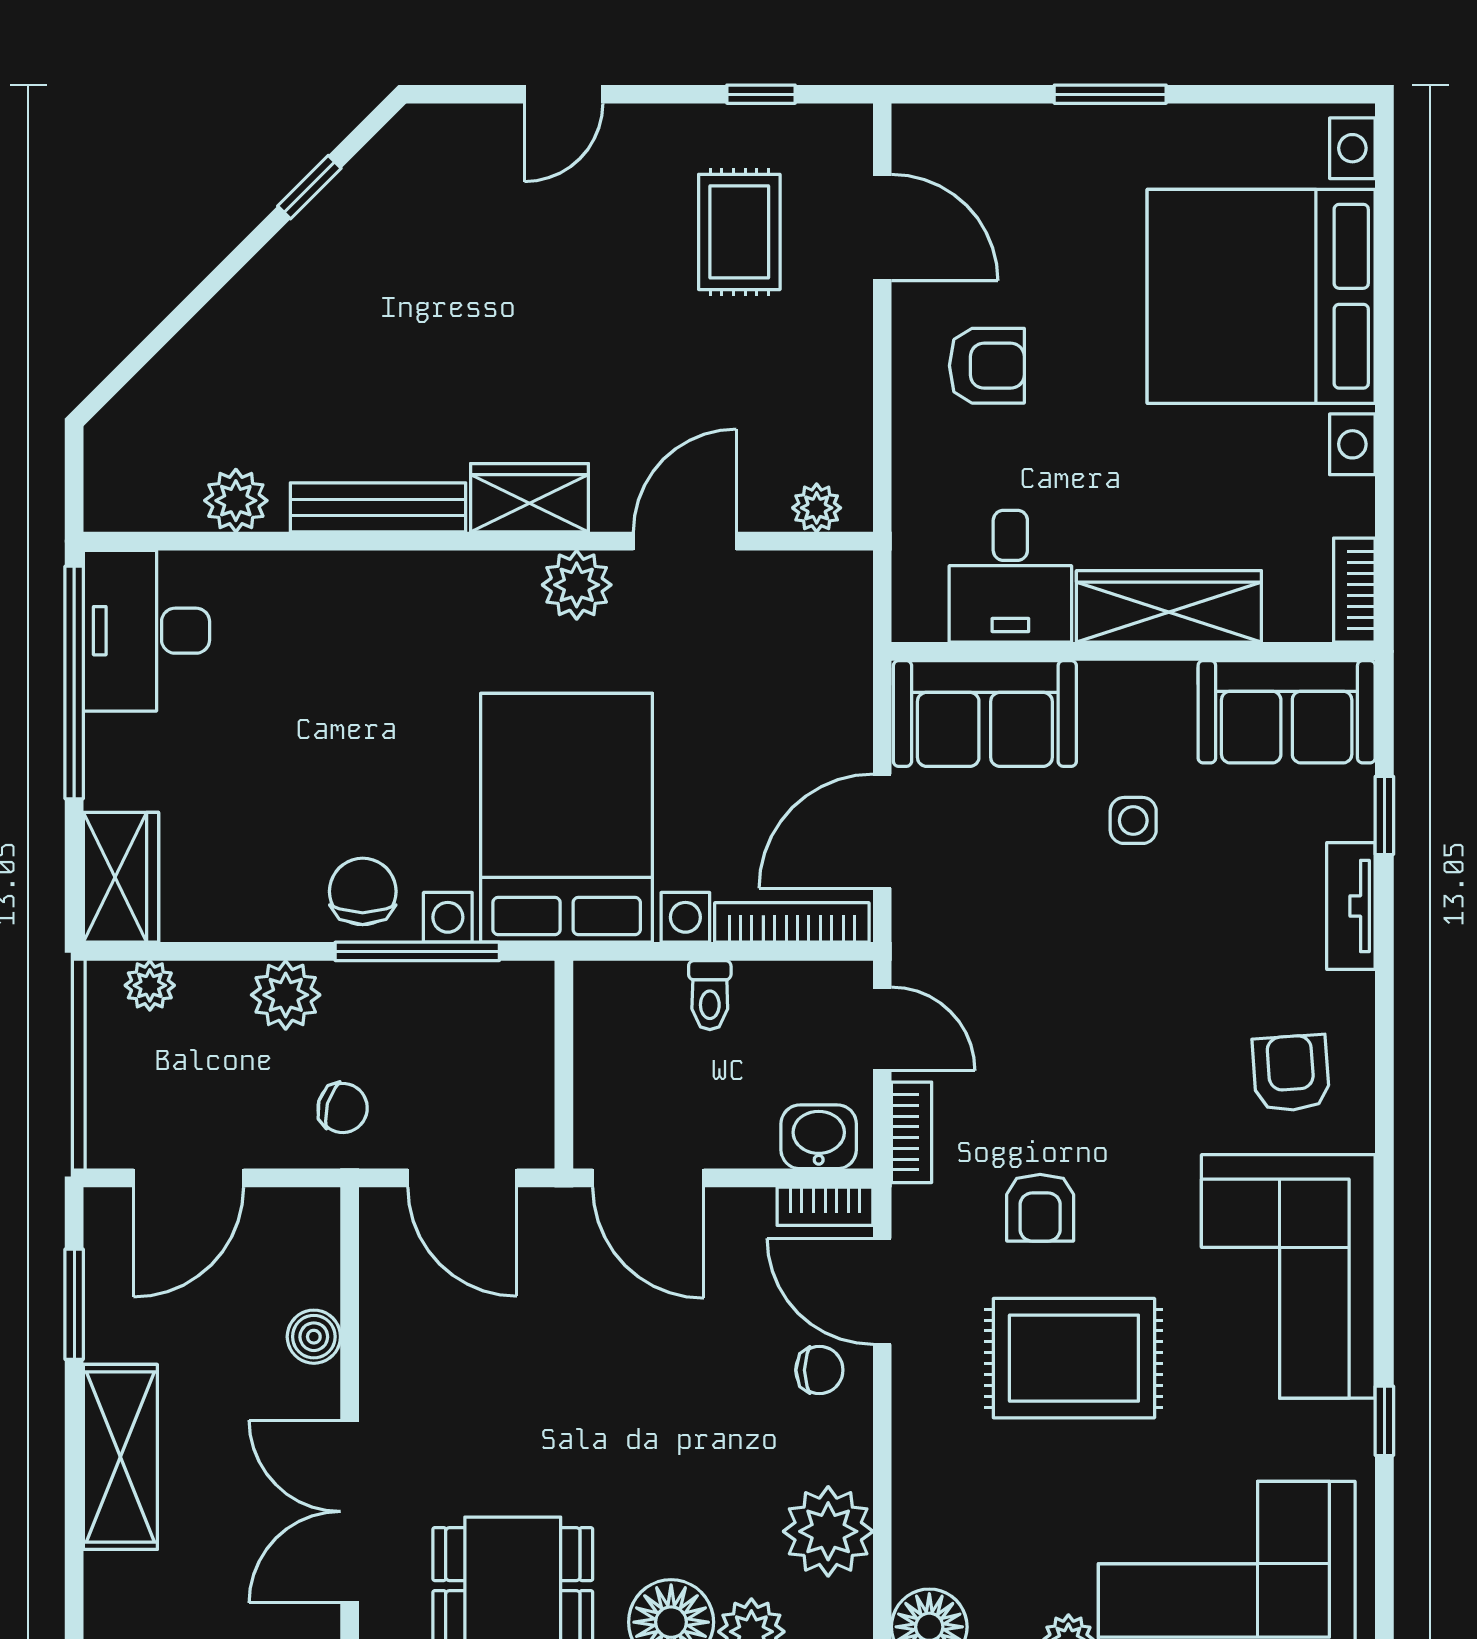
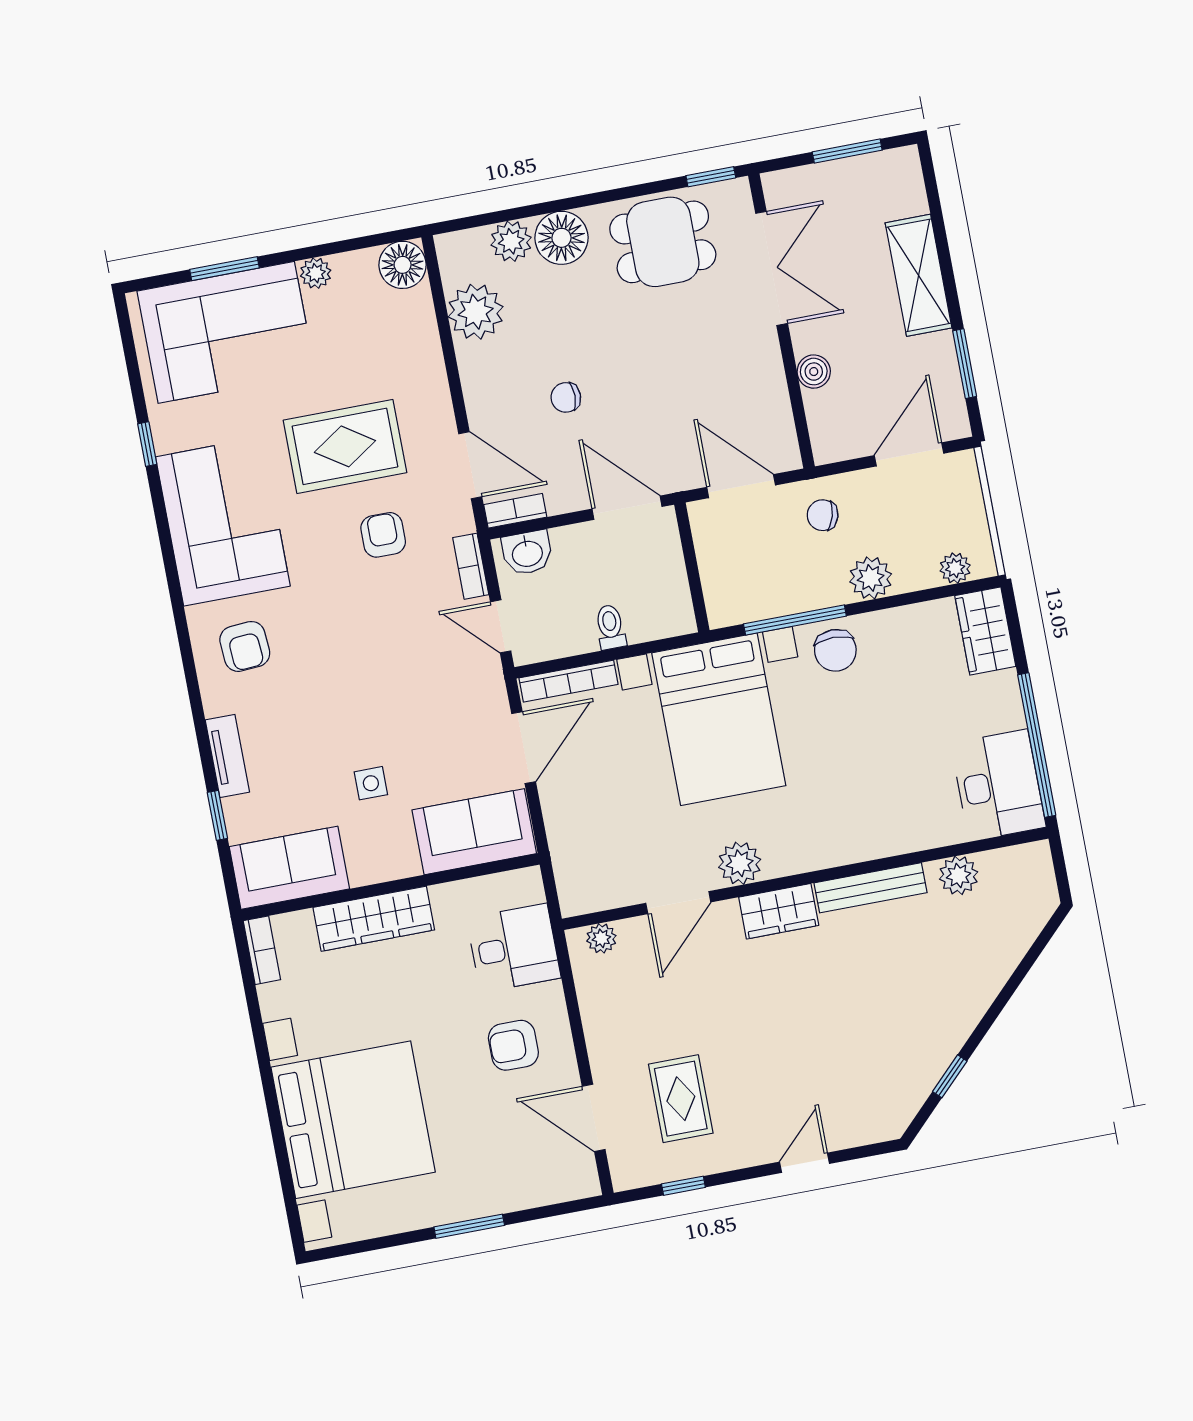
desk: (1010, 576) -> (514, 948), moved, turned 90
chair: (819, 1370) -> (566, 397), moved

